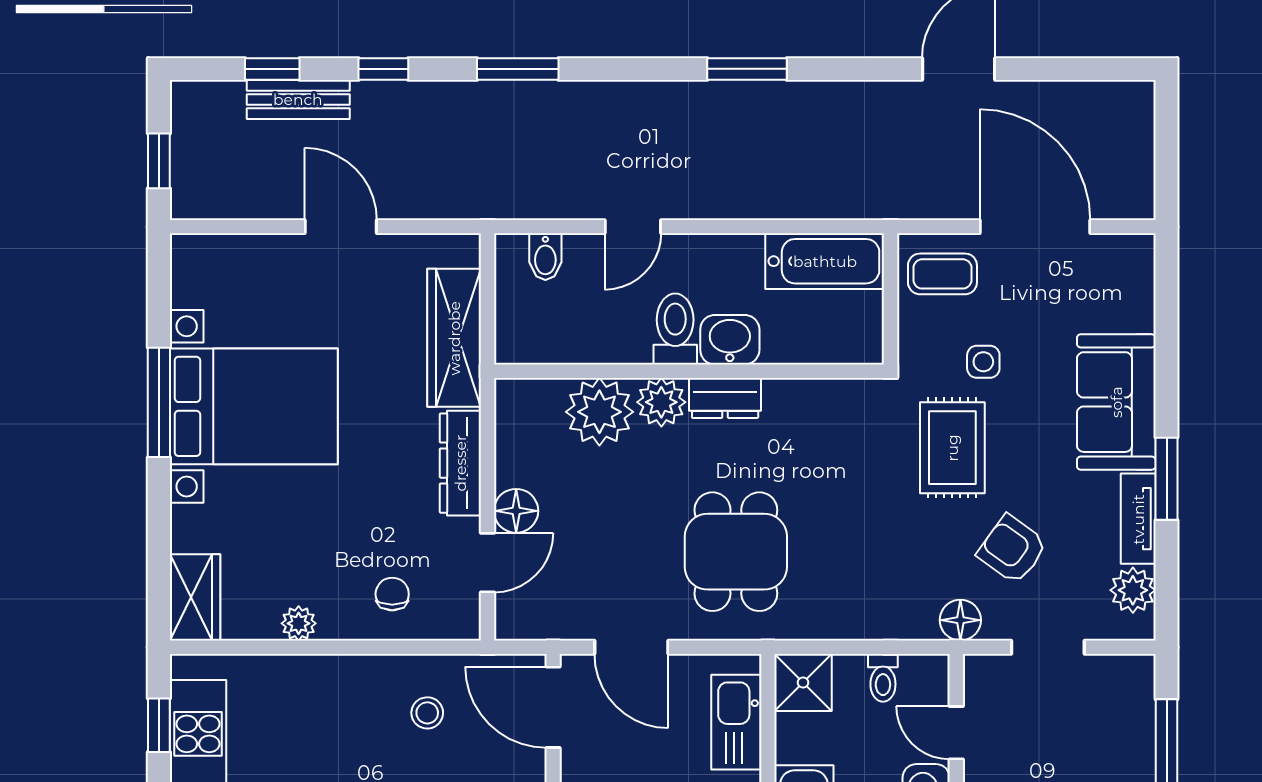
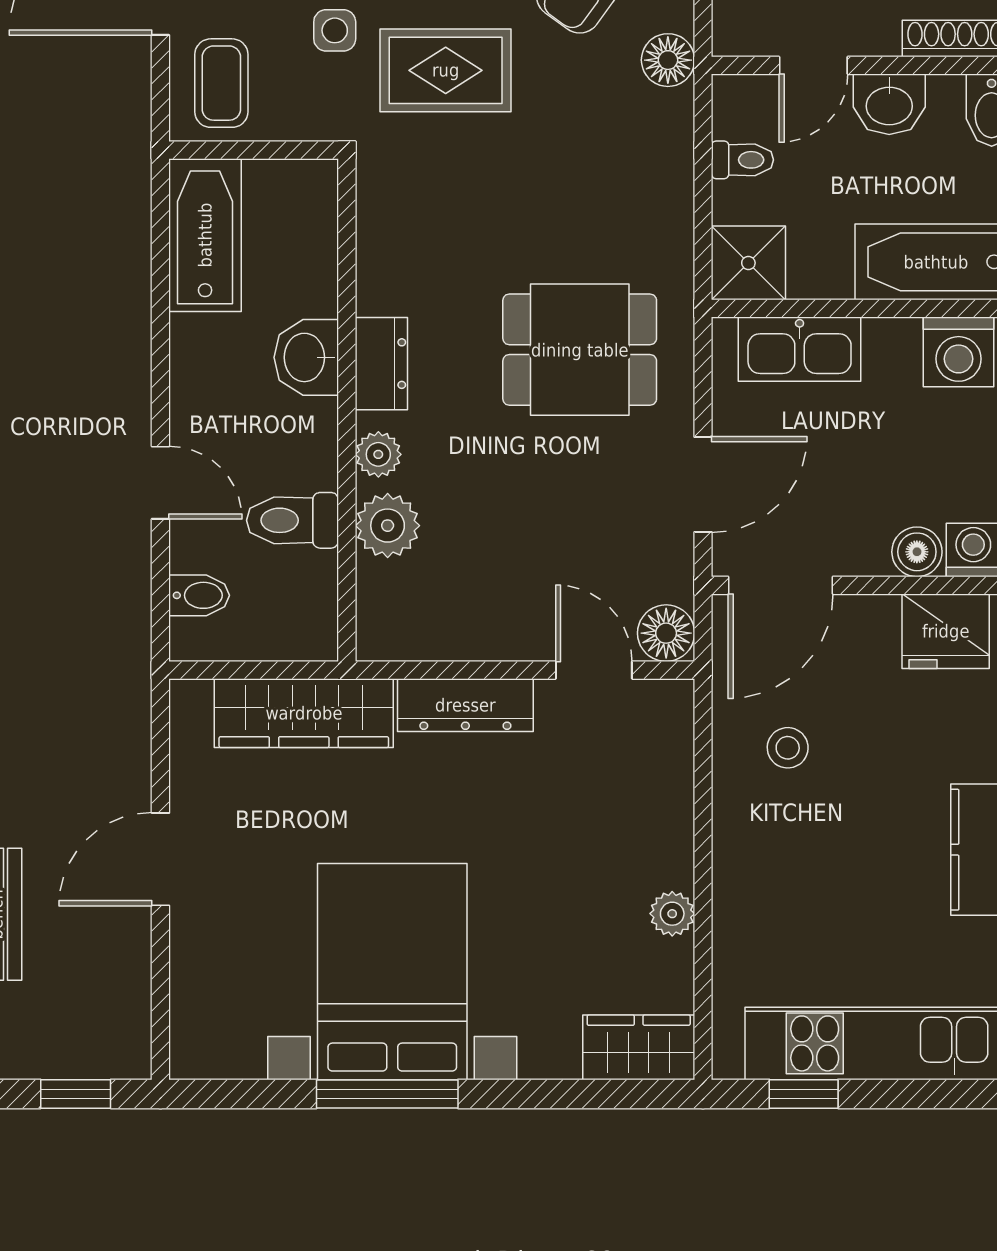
toilet: (675, 329) -> (292, 520), moved
plant: (661, 402) -> (378, 454), width x0.73, depth x0.73
plant: (599, 412) -> (388, 526), width x0.73, depth x0.73
floor lamp: (516, 511) -> (666, 633), moved
chair: (392, 594) -> (634, 793), removed

